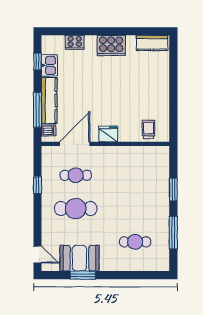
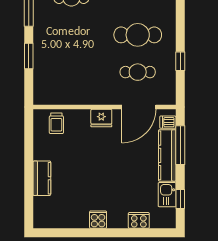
kitchen counter: (152, 43) -> (42, 178), moved, turned 90
cooker: (111, 45) -> (98, 220), width x0.53, depth x0.76

